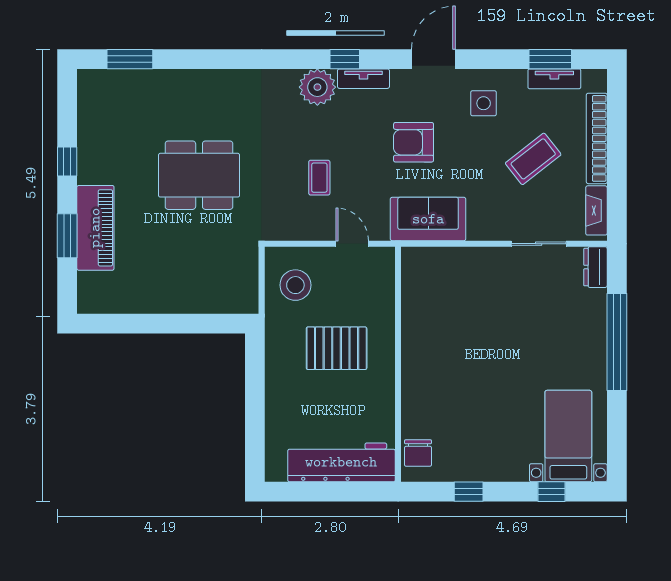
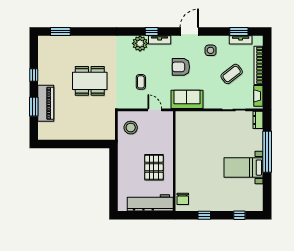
pallet: (337, 348) -> (154, 167), moved, turned 90
bed with nightstands: (568, 436) -> (244, 168), moved, turned -90

